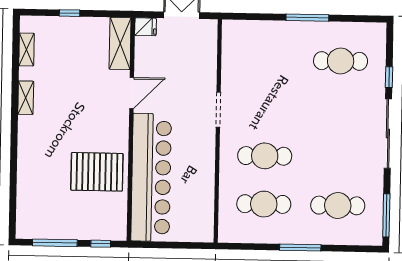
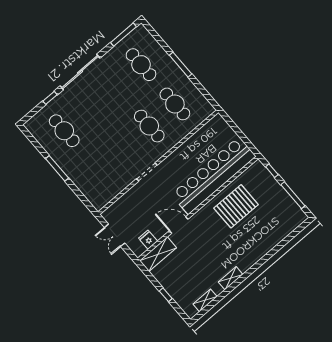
fridge: (146, 27) -> (148, 240), moved
pallet: (97, 172) -> (236, 206), turned 90

